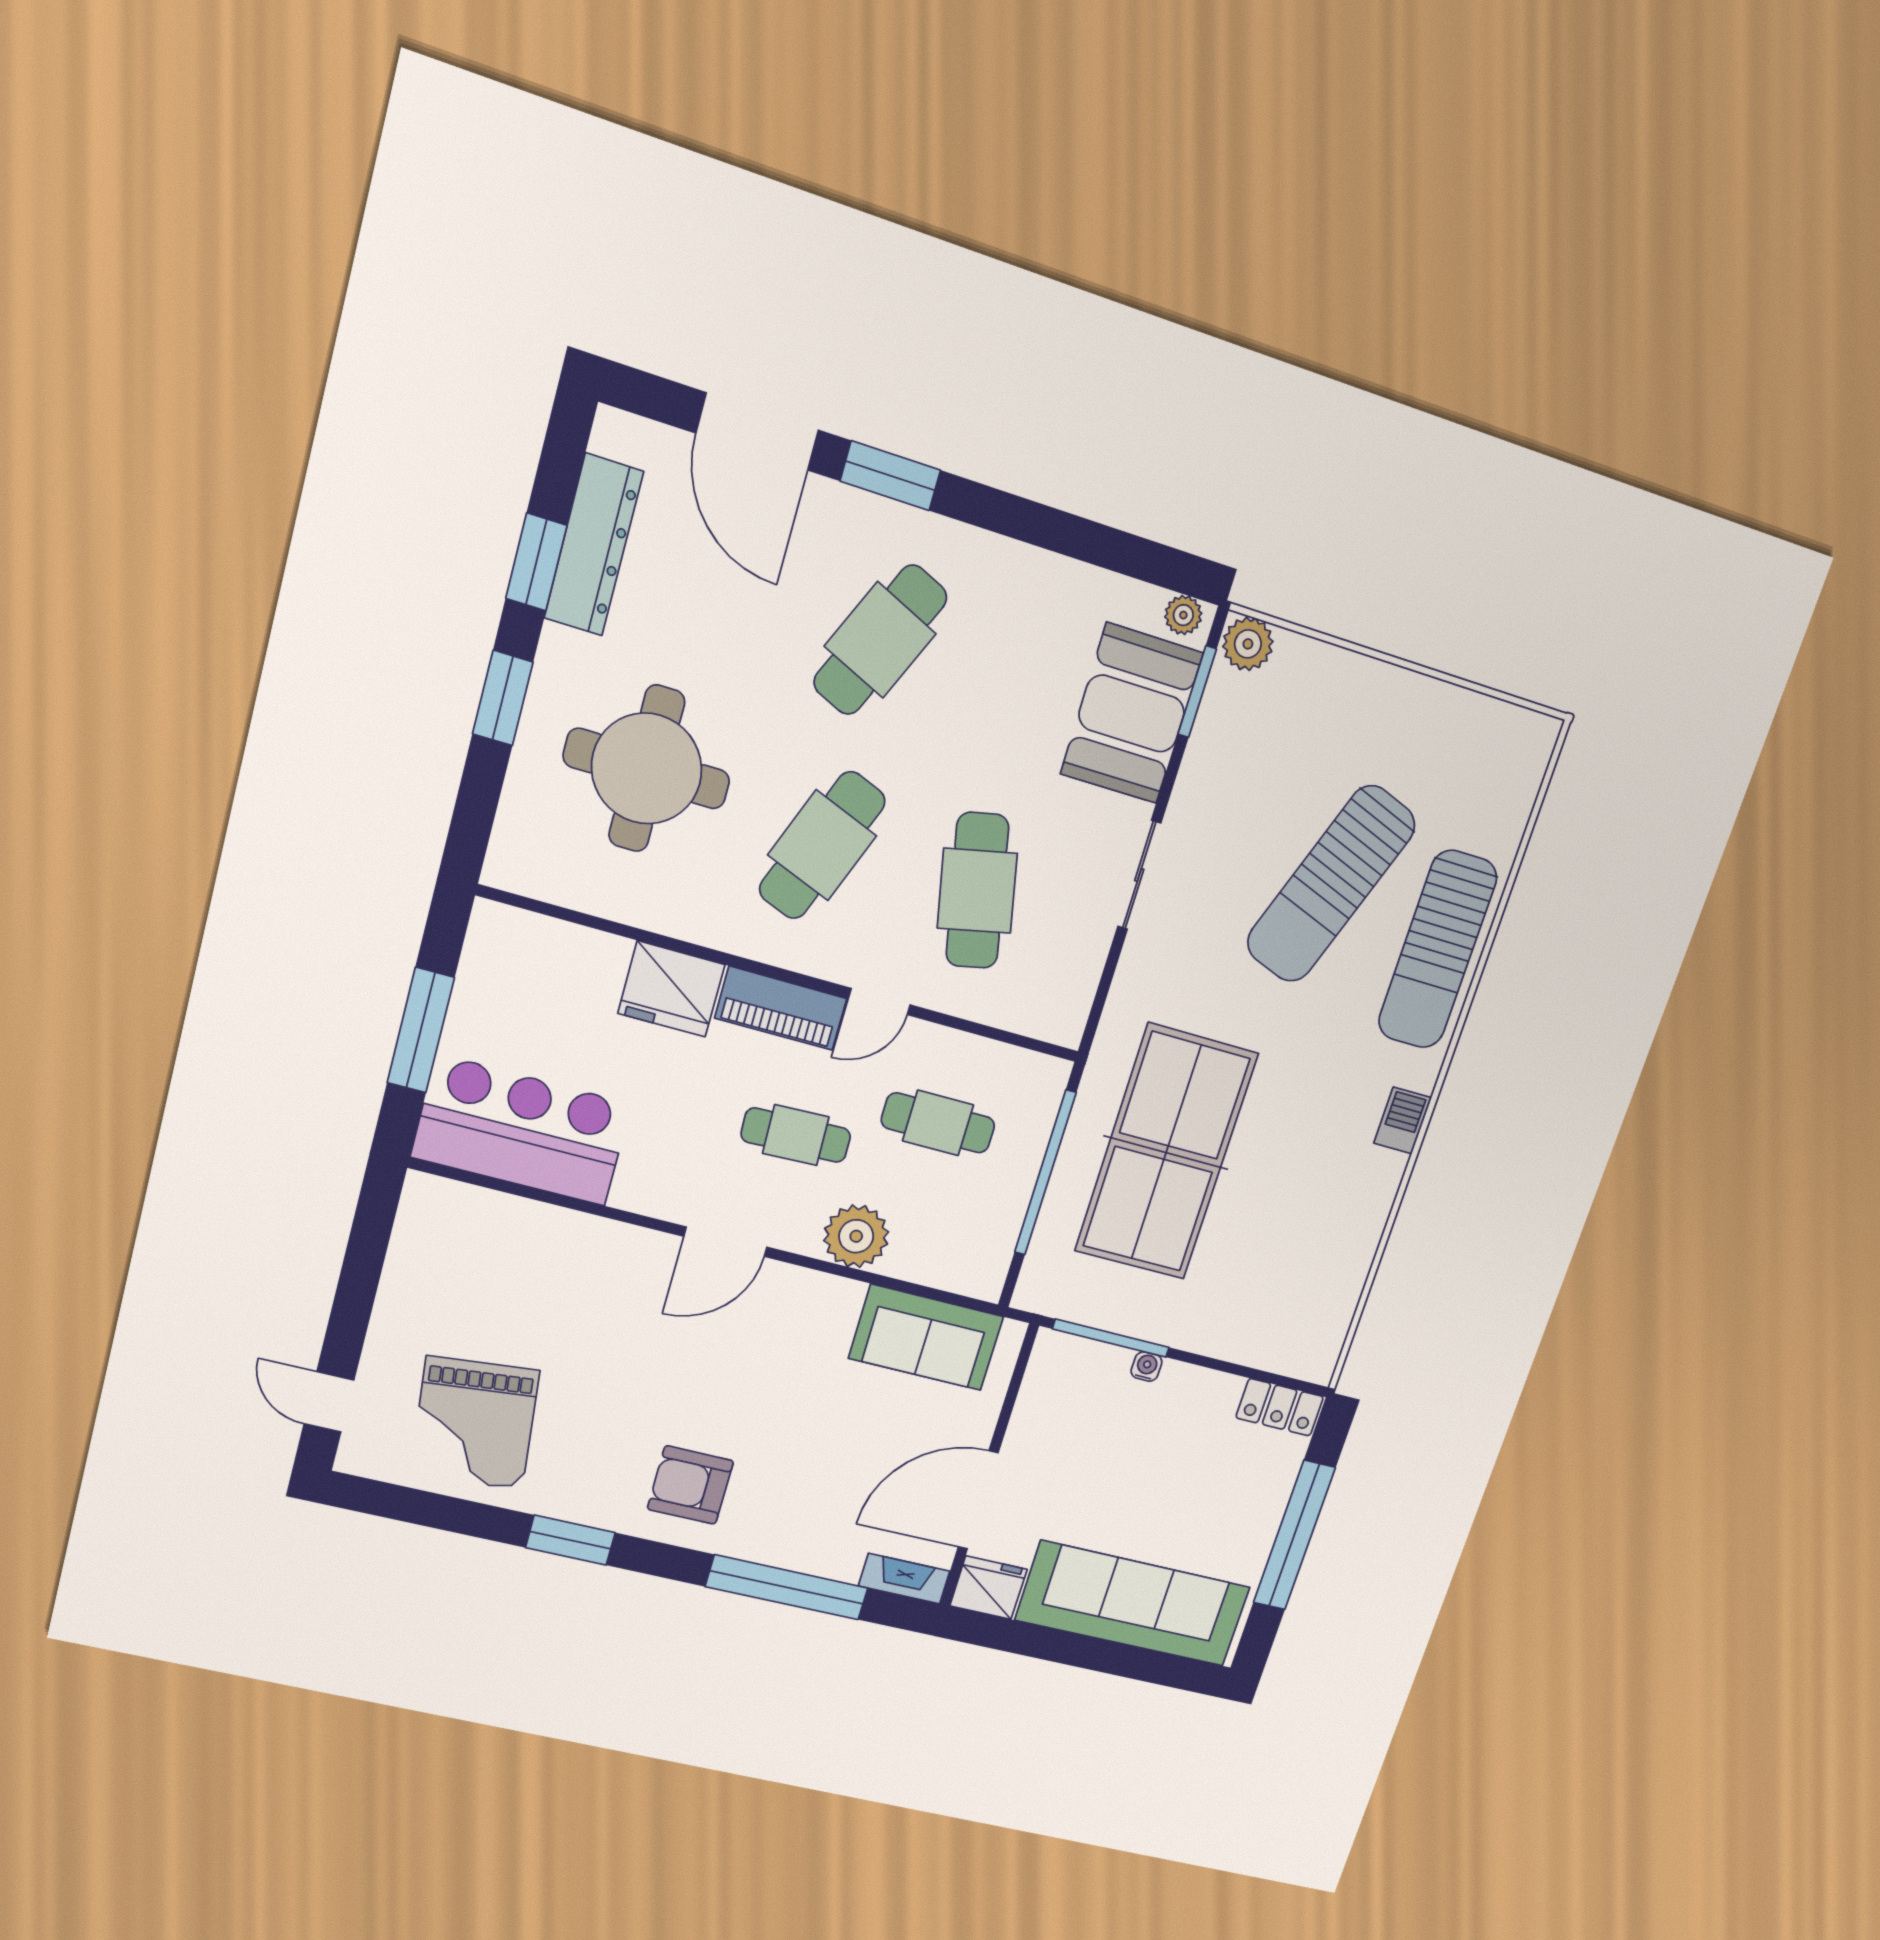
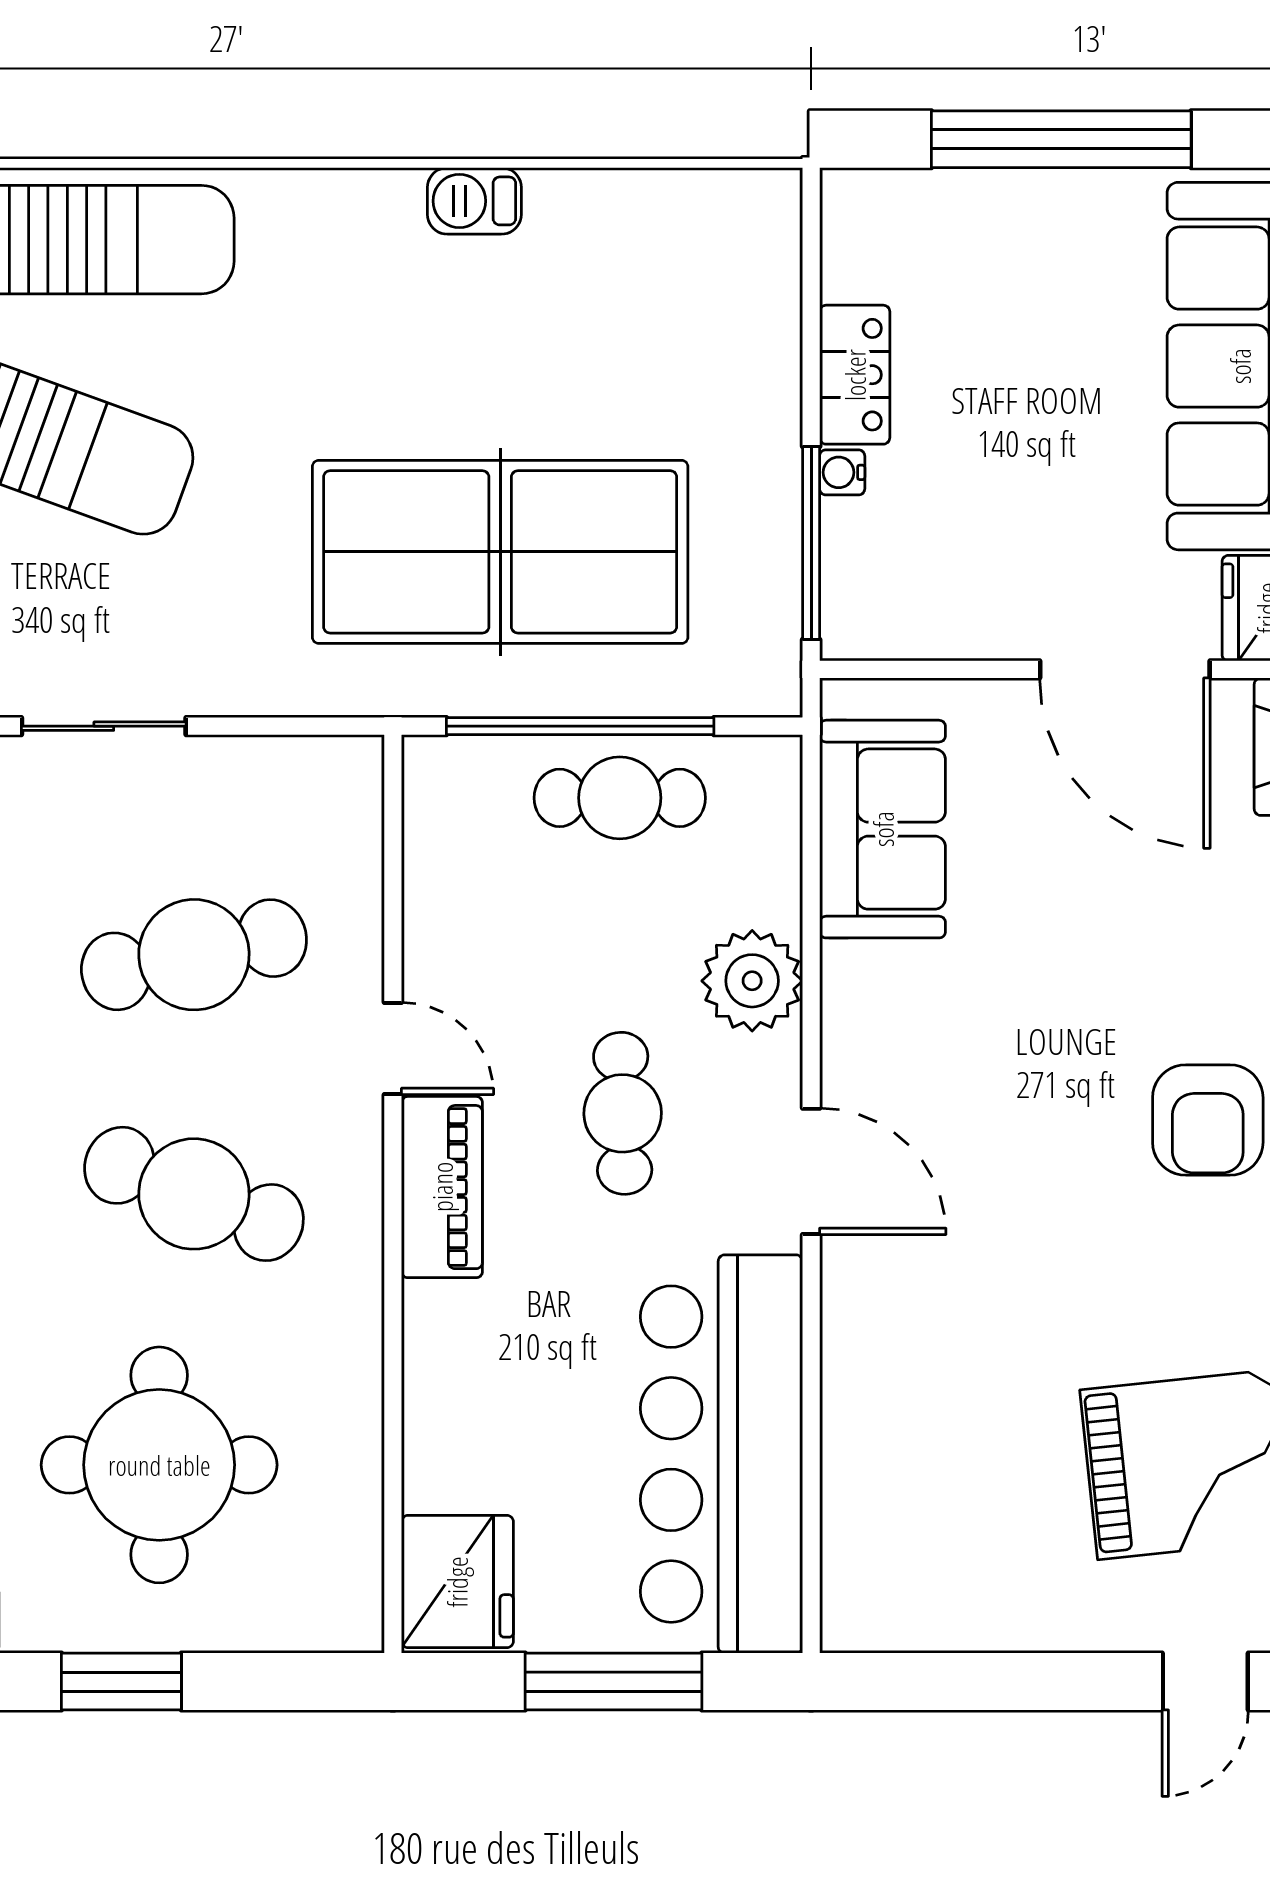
fridge: (671, 989) -> (457, 1582), moved
barbecue: (1403, 1120) -> (474, 201), moved
cafe table: (938, 1123) -> (620, 798), moved, turned 90
bar counter: (521, 1130) -> (721, 1454), width x1.36
locker: (1280, 1407) -> (855, 375), moved

